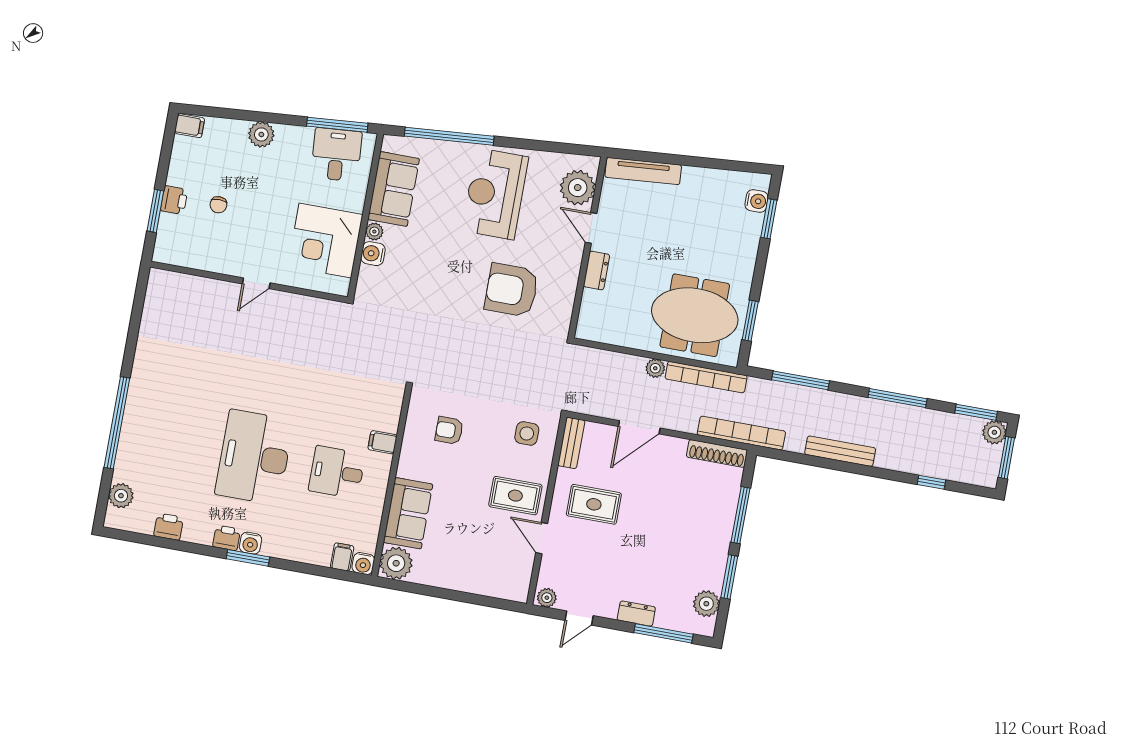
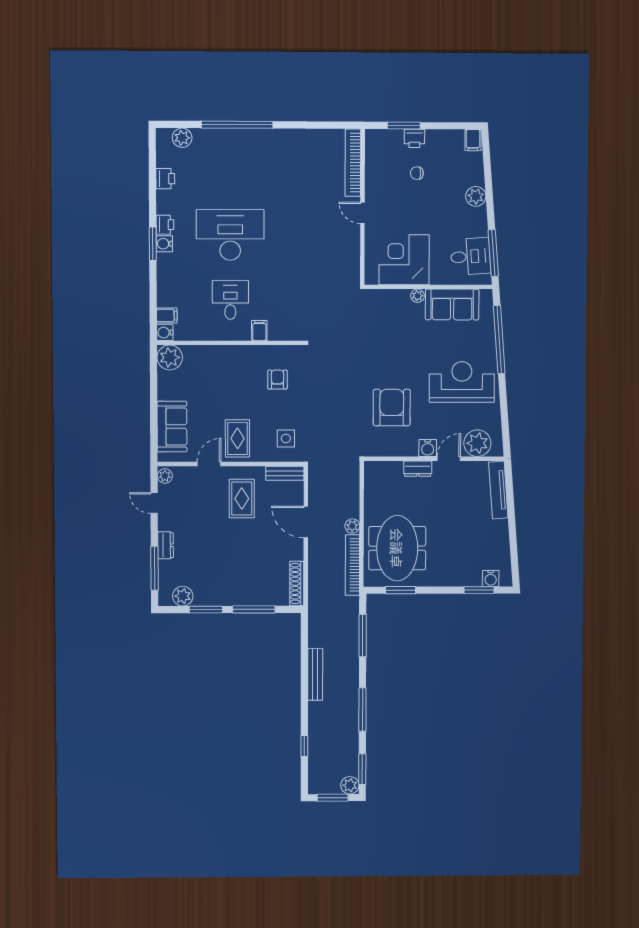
water cooler: (373, 254) -> (428, 448), moved, turned 180
bookcase: (741, 433) -> (353, 163), moved, turned 180
sofa: (408, 513) -> (172, 427), moved, turned -90

